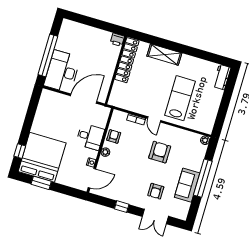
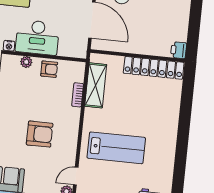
shelving: (164, 55) -> (96, 85), moved
door: (154, 119) -> (76, 176), moved
desk: (90, 137) -> (37, 37), width x1.37

